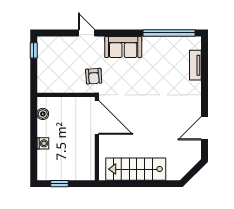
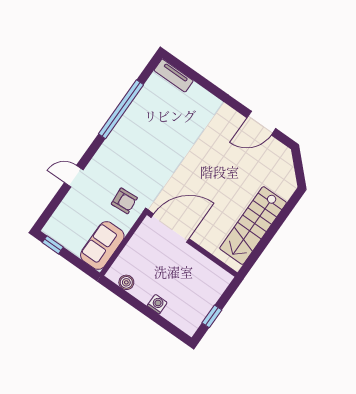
window: (169, 33) -> (121, 109), moved
sofa: (123, 47) -> (102, 246), moved, turned 180
tv unit: (195, 65) -> (174, 76), moved
door: (205, 128) -> (261, 123), hinge flipped

